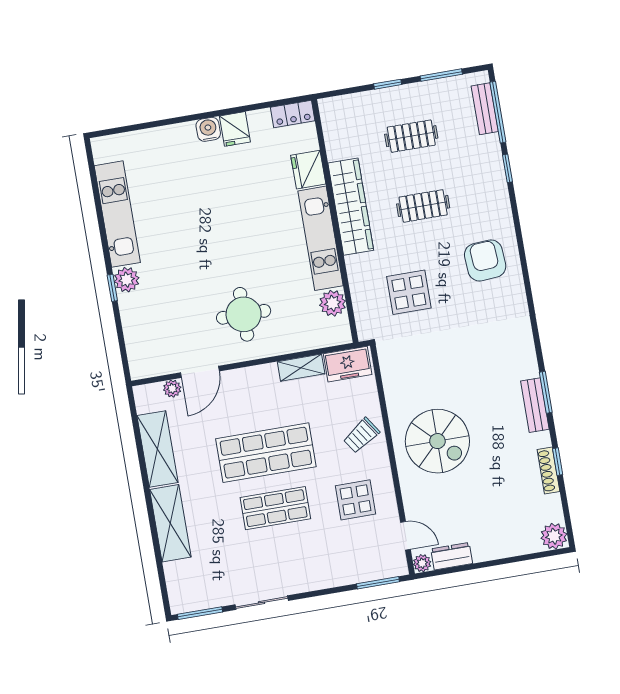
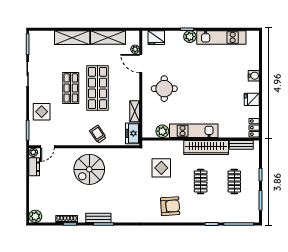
bench: (485, 109) -> (241, 145), moved
water cooler: (208, 129) -> (254, 76), moved
fridge: (308, 170) -> (156, 38), moved, turned 180
display table: (356, 500) -> (42, 112), moved

